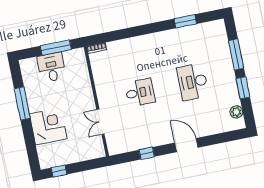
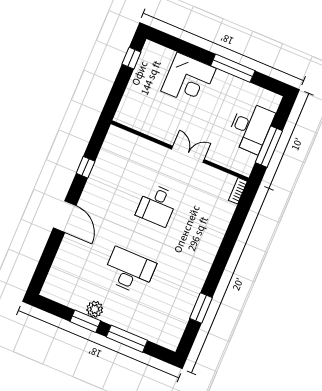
desk: (52, 67) -> (251, 127), width x1.37
plant: (236, 112) -> (95, 309), moved
double door: (100, 122) -> (188, 154), moved
door: (186, 145) -> (65, 217), hinge flipped

